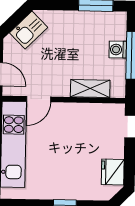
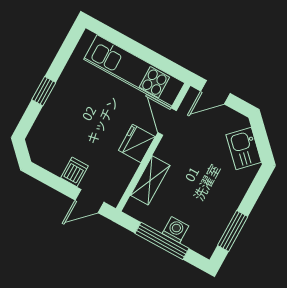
dishwasher: (114, 150) -> (74, 172), added
fridge: (113, 172) -> (137, 143), moved, turned -90

